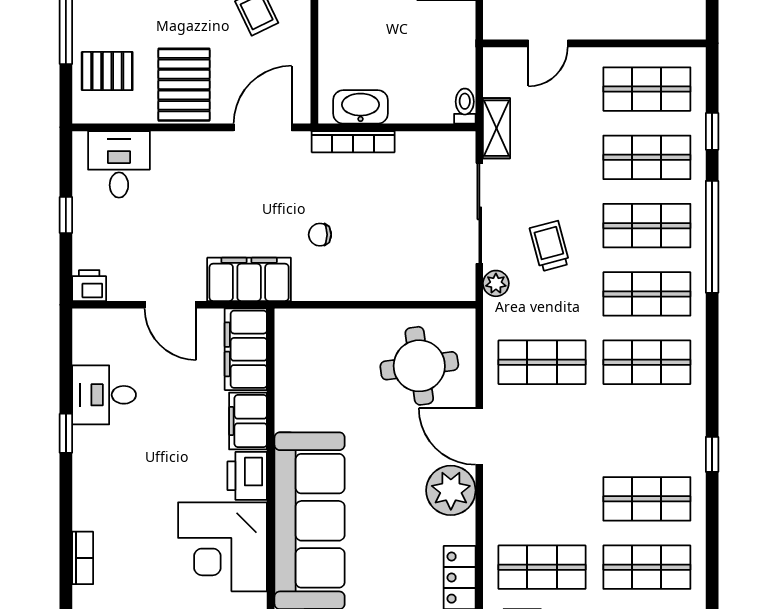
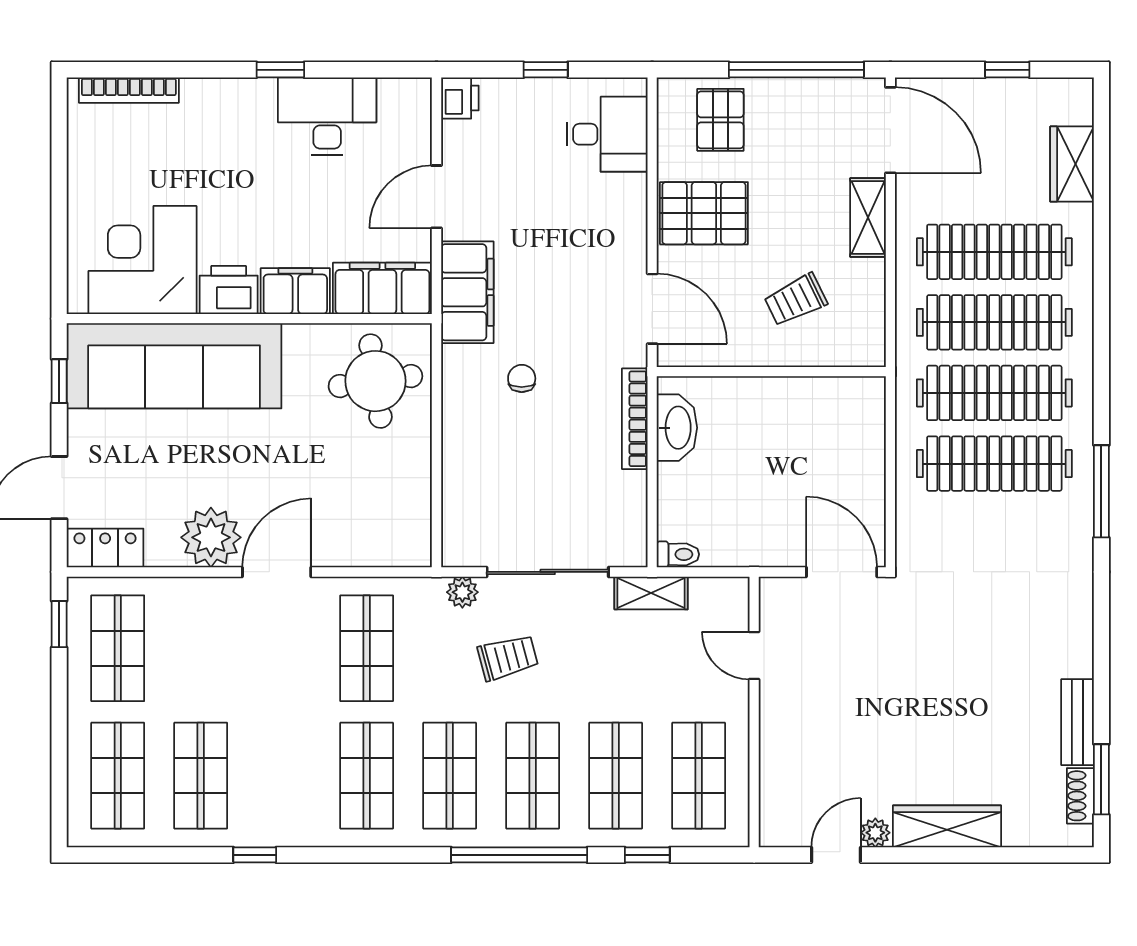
round table: (419, 366) -> (375, 381), moved
desk: (104, 395) -> (327, 116), width x1.37
bookcase: (83, 558) -> (129, 90), width x1.56

